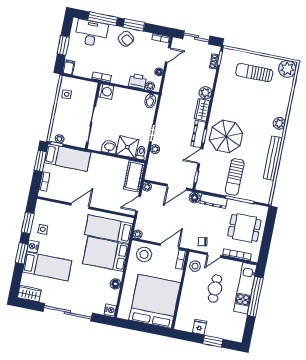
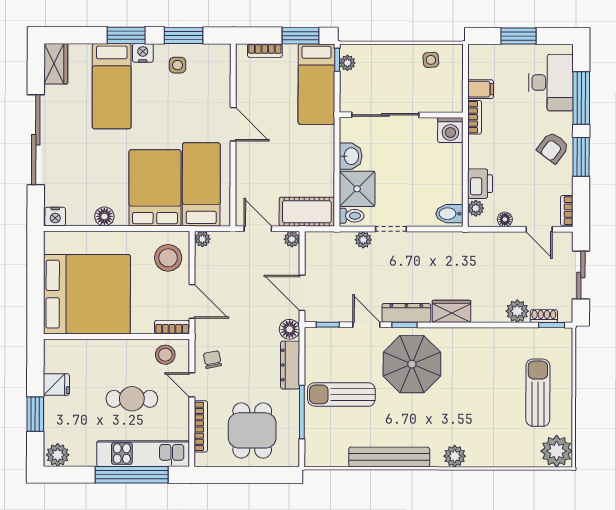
filing cabinet: (69, 67) -> (481, 89), moved
plant: (205, 93) -> (517, 311), moved
plant: (237, 334) -> (58, 455), added

